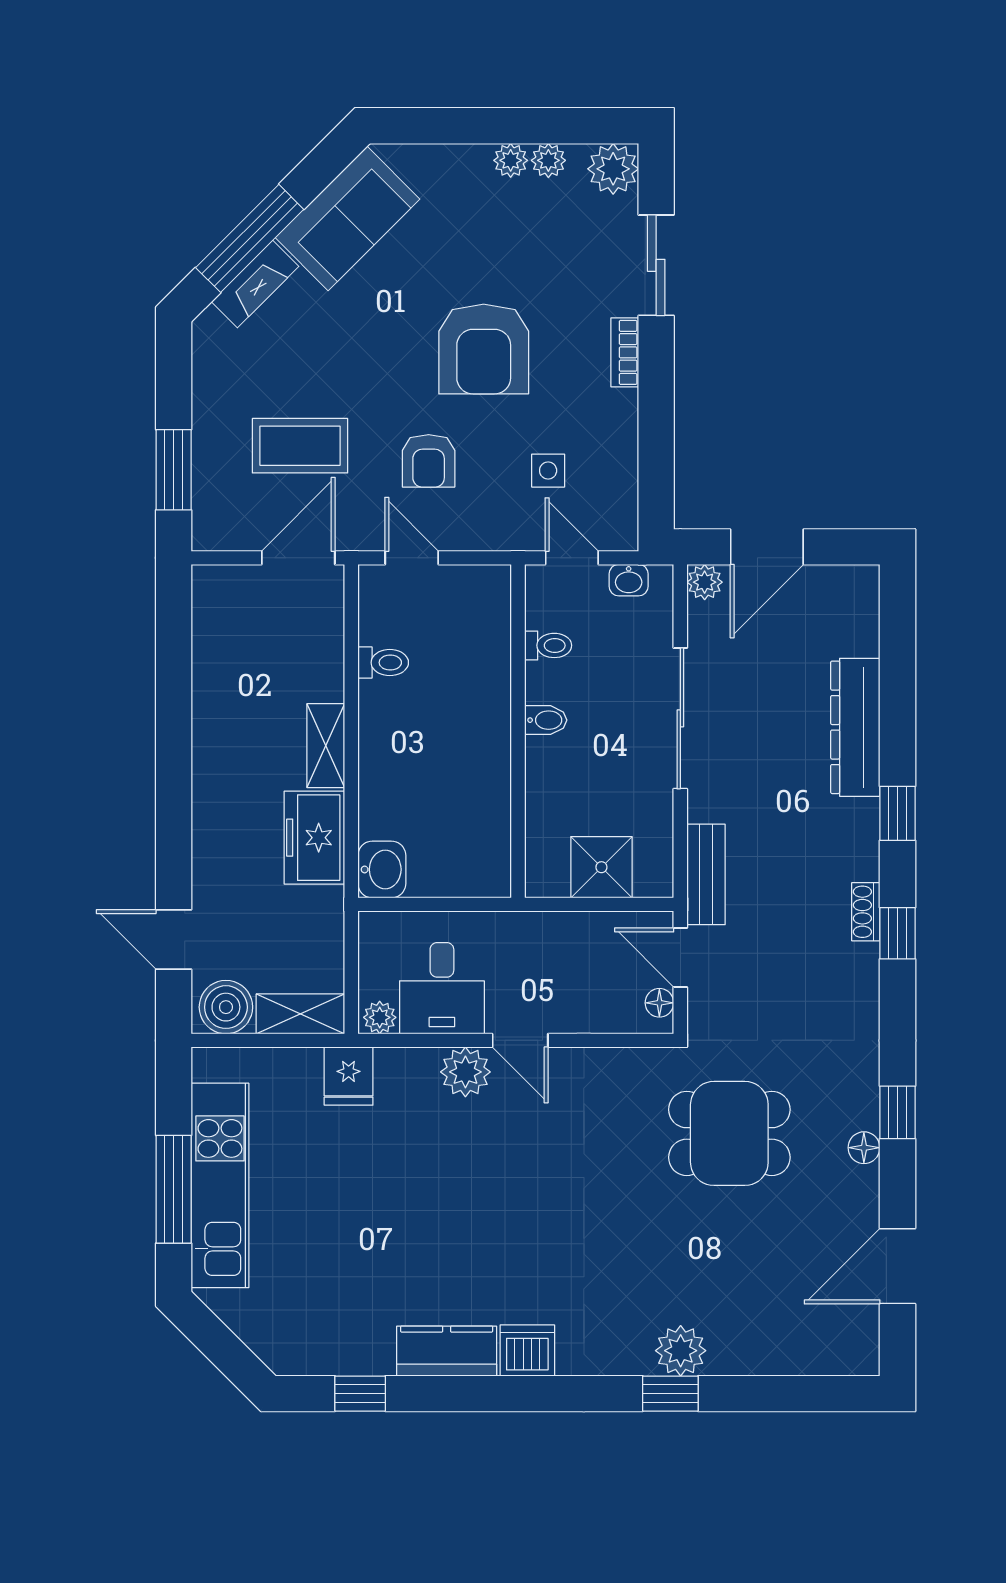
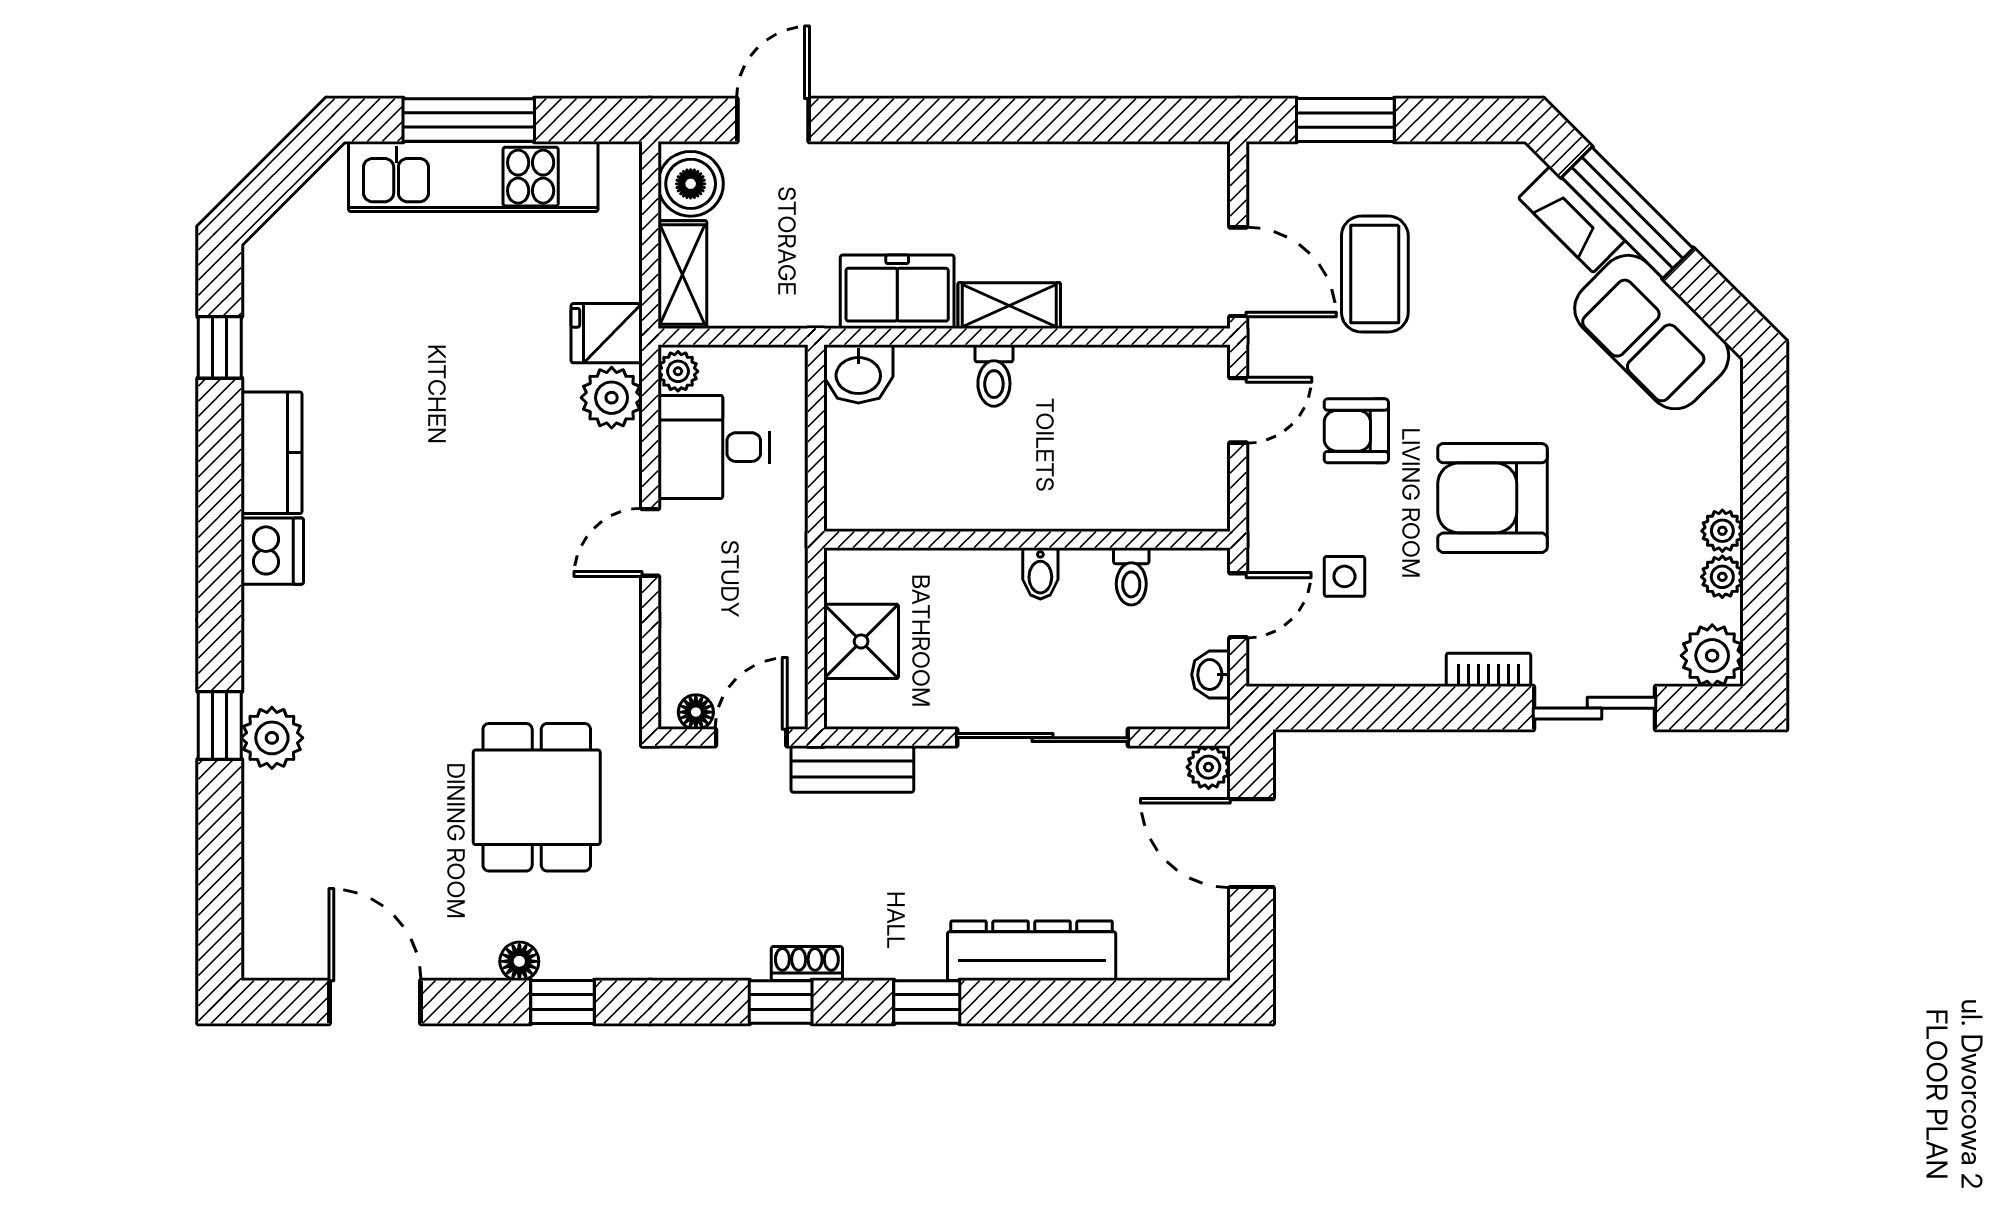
toilet: (383, 663) -> (994, 375), moved
plant: (465, 1072) -> (612, 398), moved

